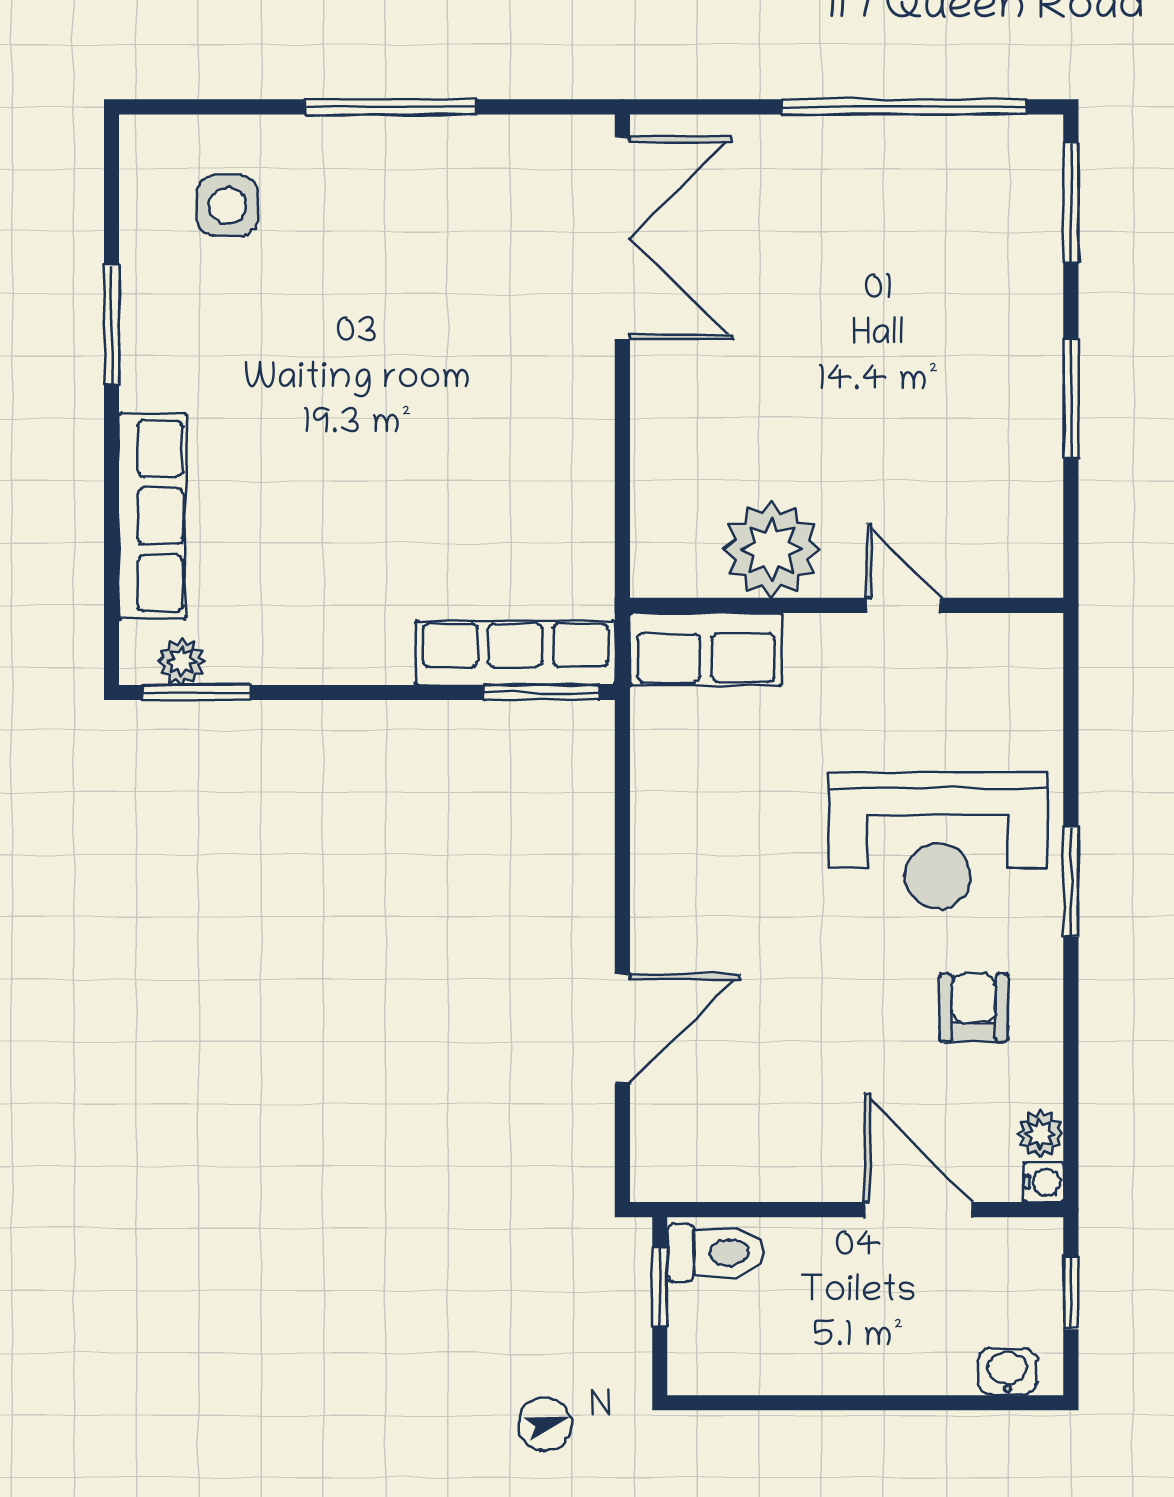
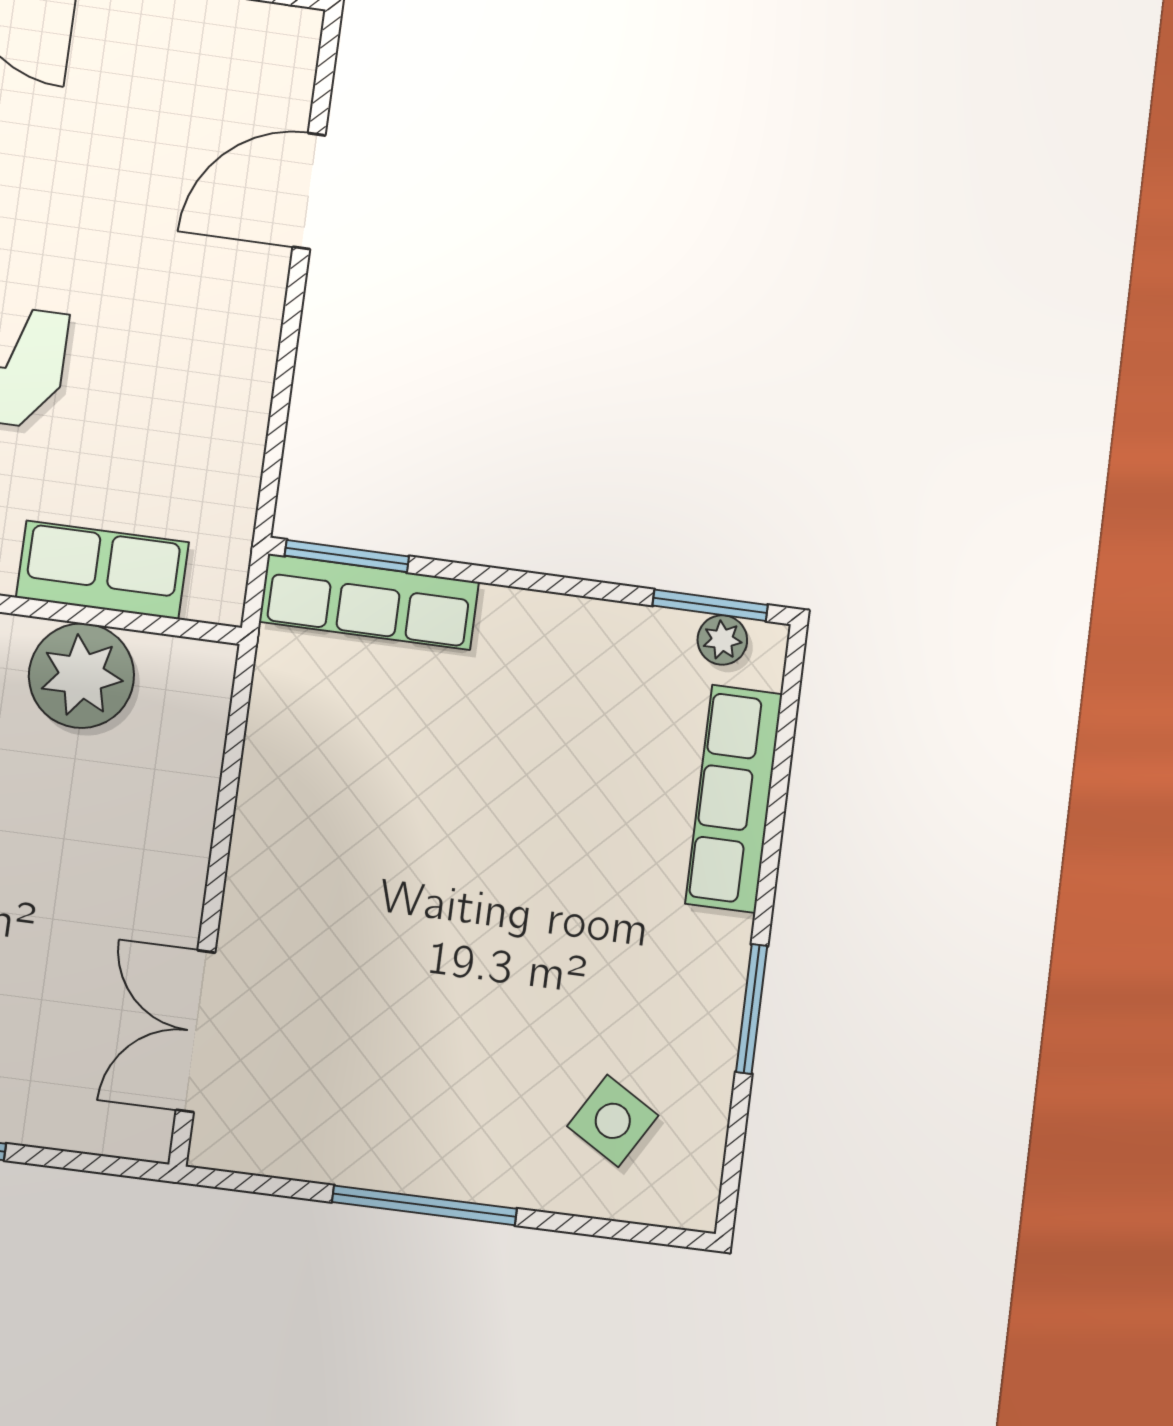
side table: (227, 206) -> (613, 1121), turned 31
double door: (622, 238) -> (196, 1031), width x0.73
row of seats: (706, 649) -> (102, 570), moved

